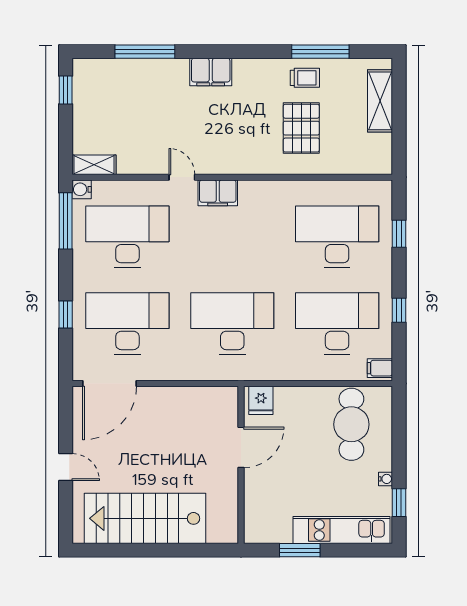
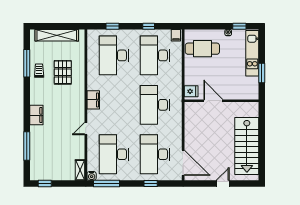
shelving: (380, 101) -> (57, 35), width x1.47
pallet: (301, 128) -> (63, 72), turned 90
filing cabinet: (218, 193) -> (93, 100), moved

